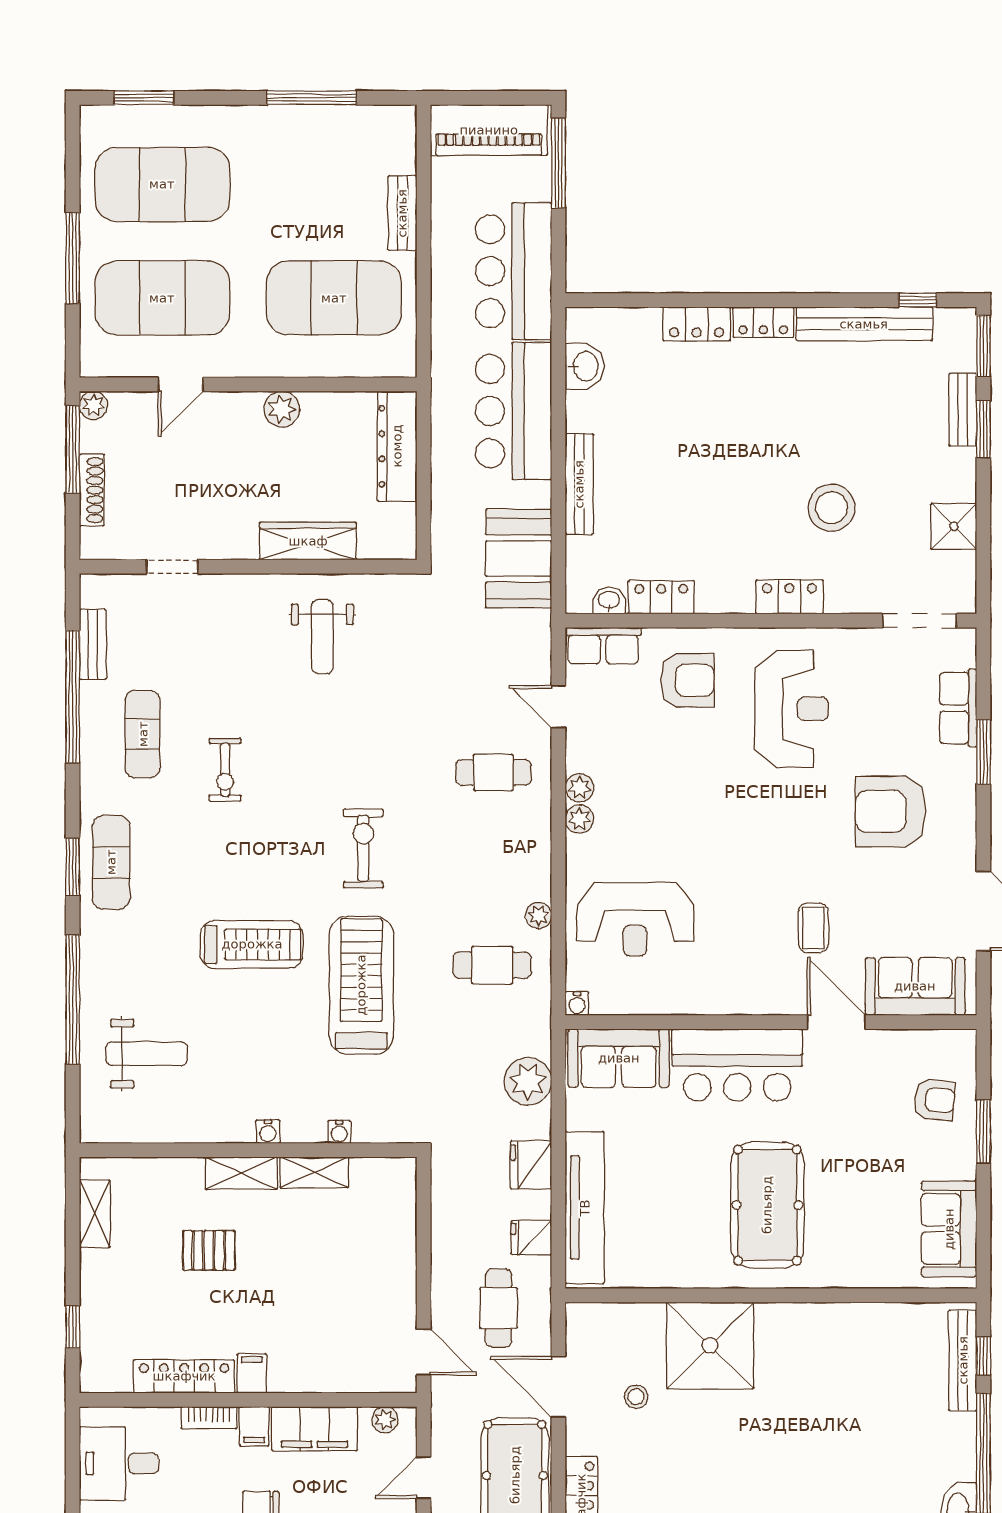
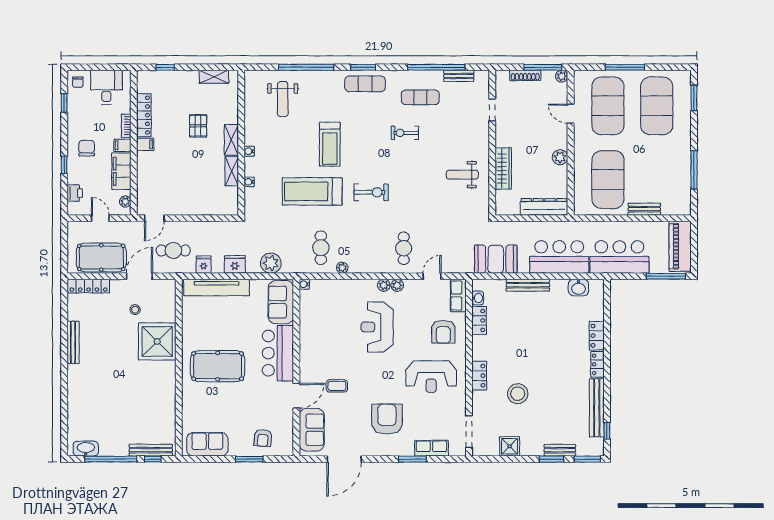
reception desk: (635, 919) -> (377, 327), moved
treadmill: (361, 985) -> (312, 191), turned 180

